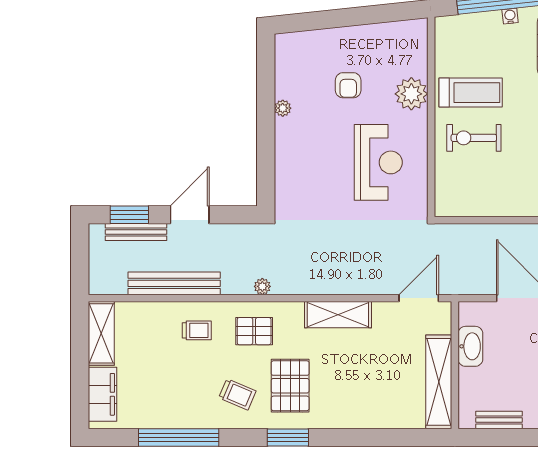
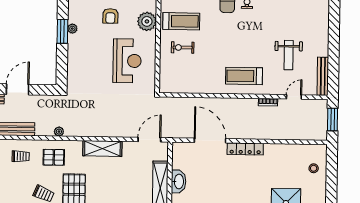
window: (266, 113) -> (62, 31), added
exercise bike: (474, 138) -> (183, 47), width x0.73, depth x0.72
washbasin: (470, 346) -> (179, 181), moved

